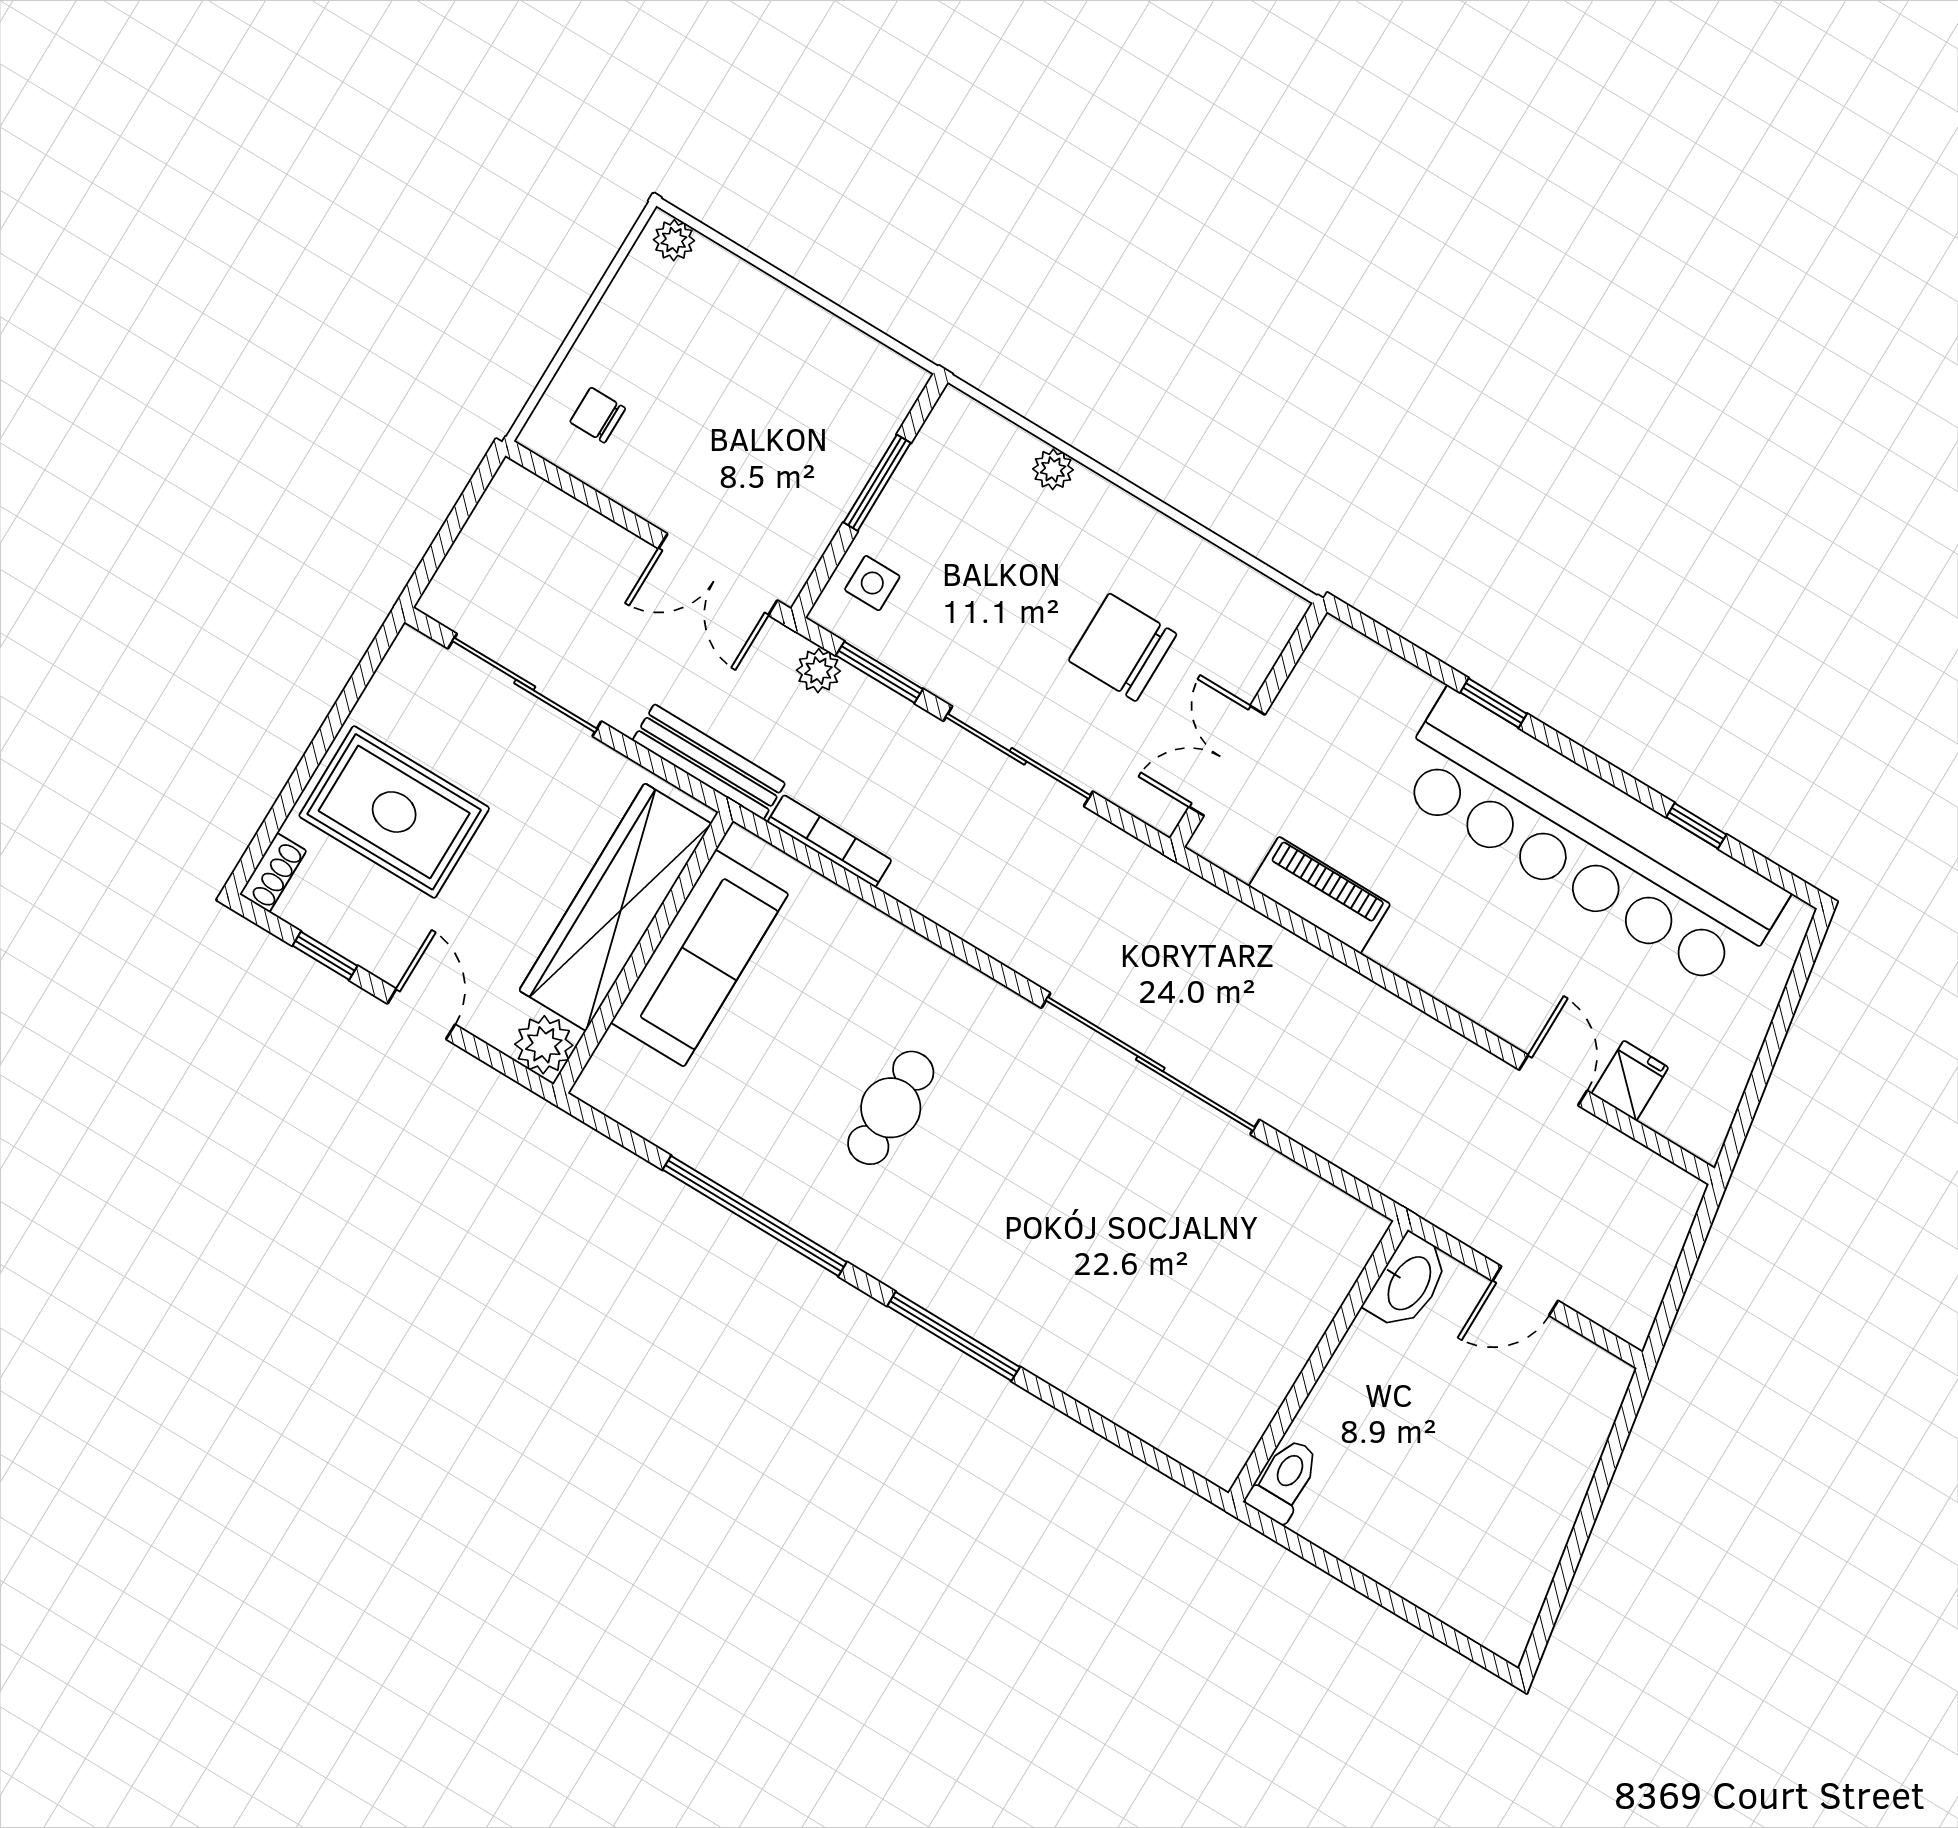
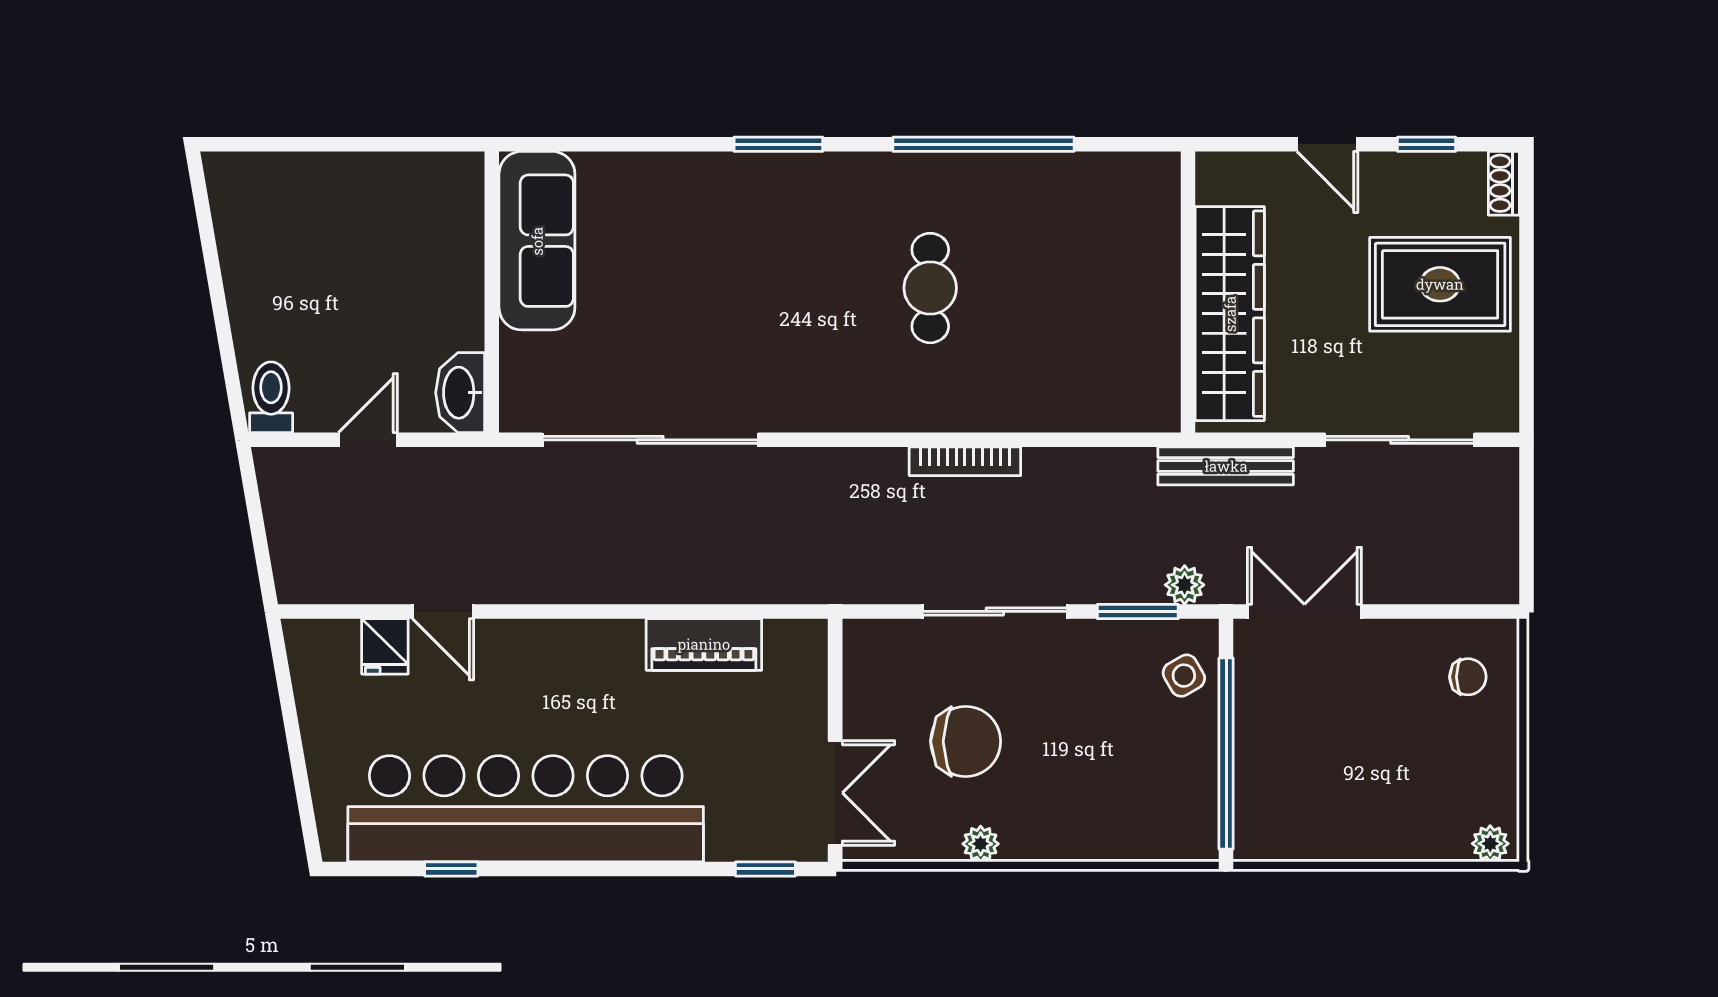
plant: (1053, 469) -> (981, 844), moved
window: (877, 483) -> (1226, 754), width x2.11
side table: (872, 583) -> (1184, 676), turned -30
window: (1494, 703) -> (765, 869), moved
double door: (1227, 761) -> (835, 793), moved
bookcase: (829, 841) -> (965, 461), moved
sofa: (700, 958) -> (537, 241), moved, turned 180
plant: (544, 1045) -> (1221, 177), removed
sliding door: (1150, 1064) -> (650, 440), moved
window: (954, 1336) -> (778, 144), width x0.69
toilet: (1284, 1480) -> (271, 397), moved, turned 180

